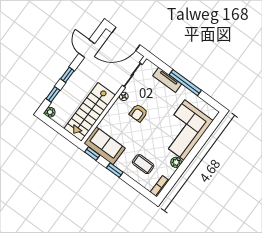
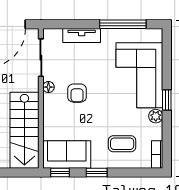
window: (185, 83) -> (123, 24), moved
window: (190, 158) -> (167, 100), added

